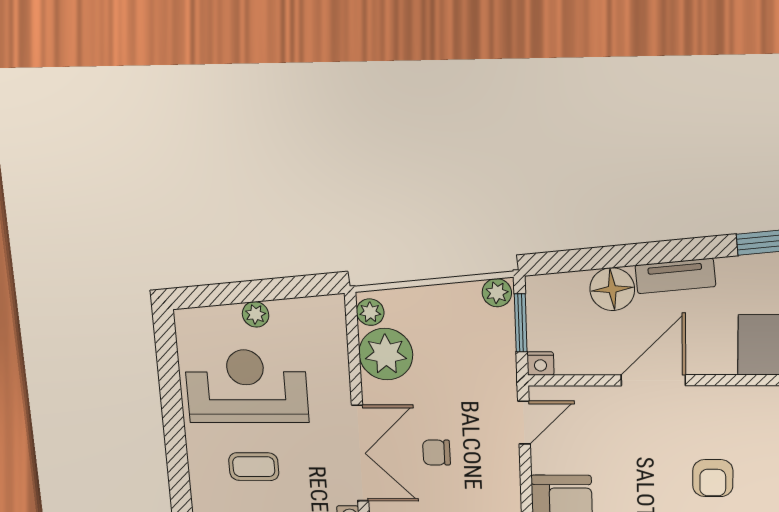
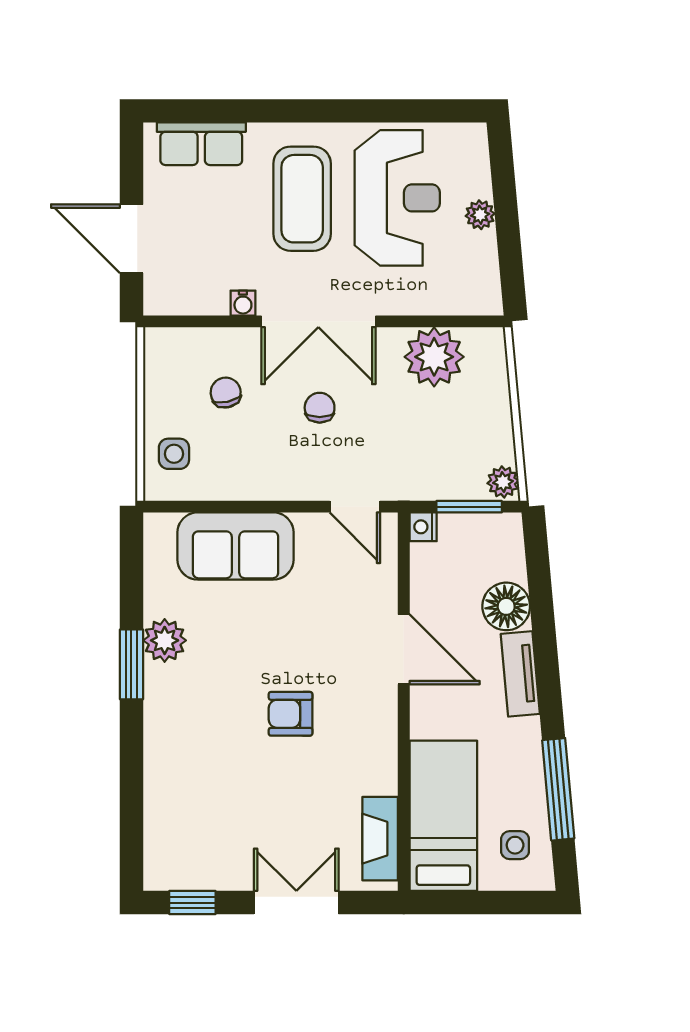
plant: (370, 312) -> (482, 342), removed
coffee table: (254, 467) -> (302, 199), width x1.86, depth x1.72

